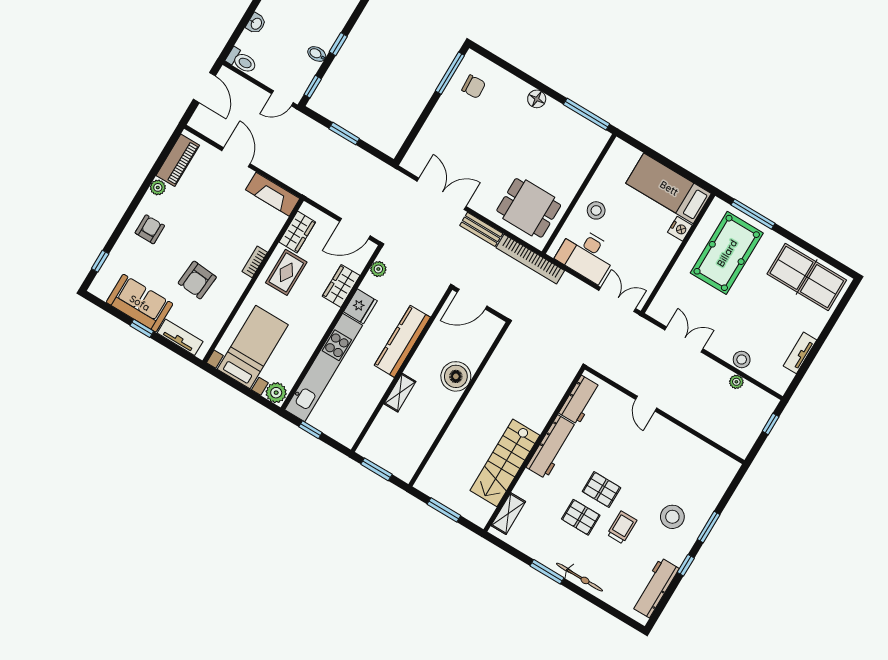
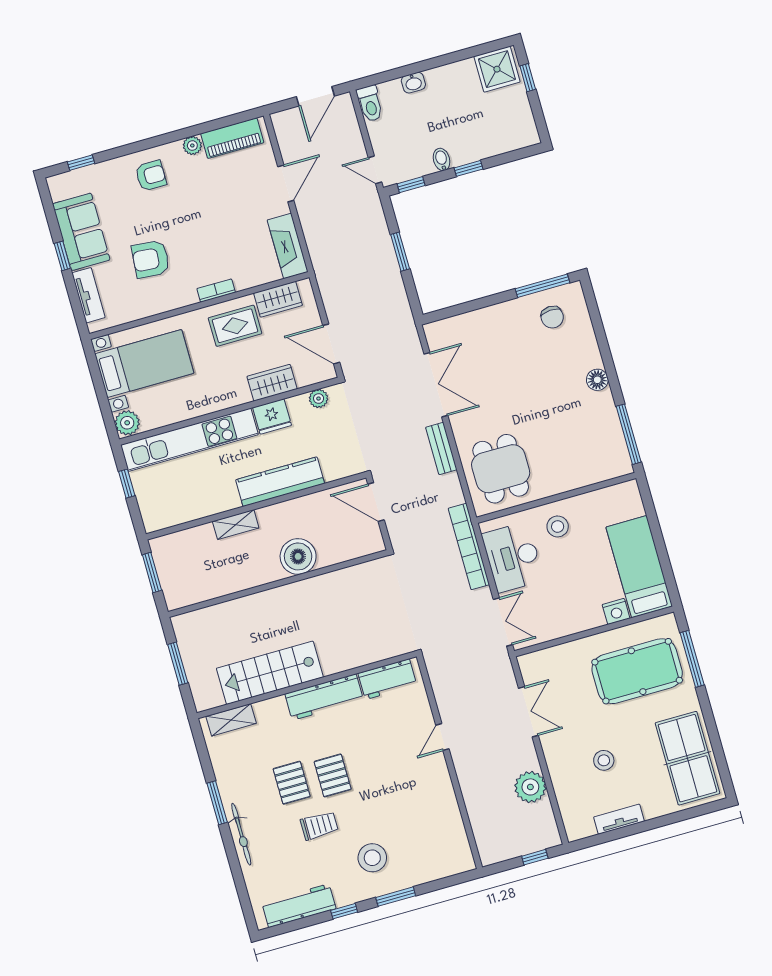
bookcase: (530, 259) -> (469, 547), moved
stool: (742, 360) -> (604, 760), moved
plant: (736, 382) -> (530, 787), width x1.87, depth x1.87

